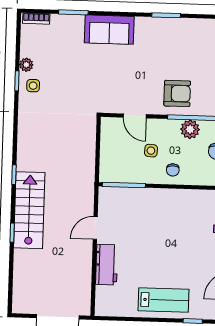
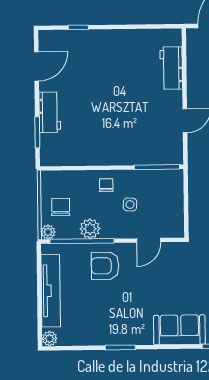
door: (135, 116) -> (149, 240), swing flipped
workbench: (107, 265) -> (171, 68), moved
lab bench: (164, 300) -> (110, 48), removed

